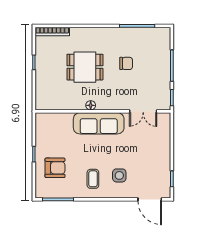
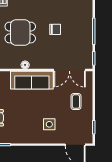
double door: (143, 111) -> (69, 70), width x1.37
coffee table: (93, 179) -> (76, 102), moved

